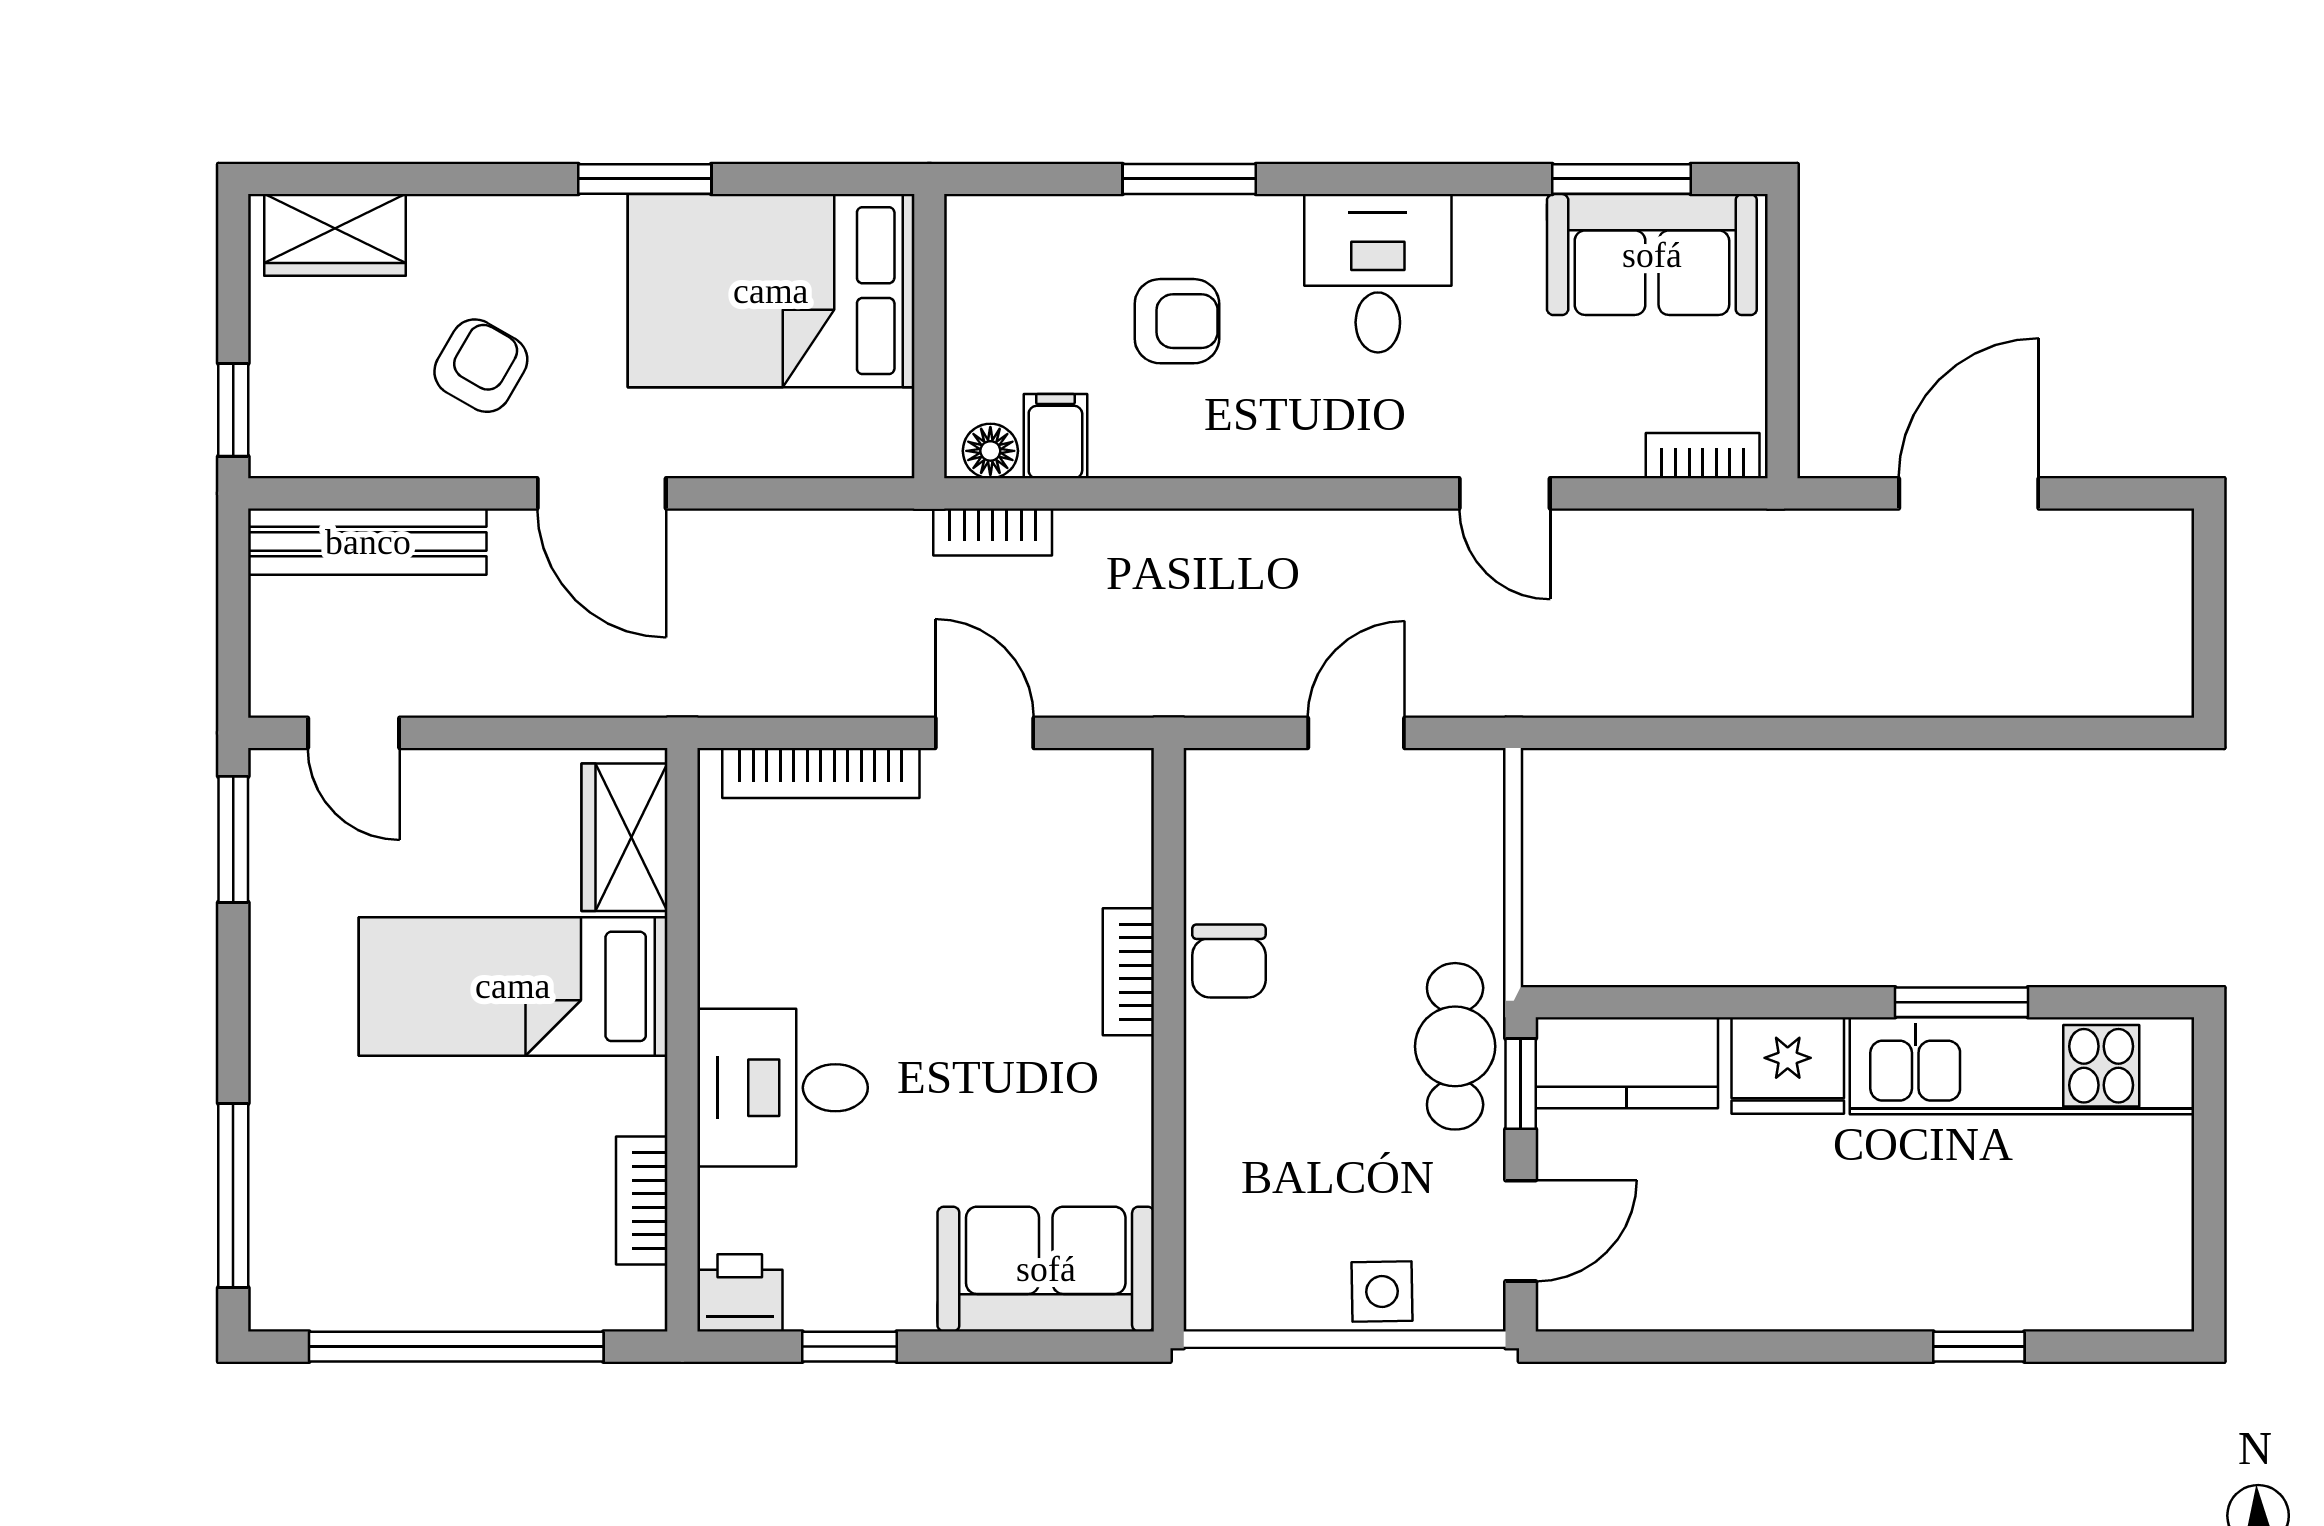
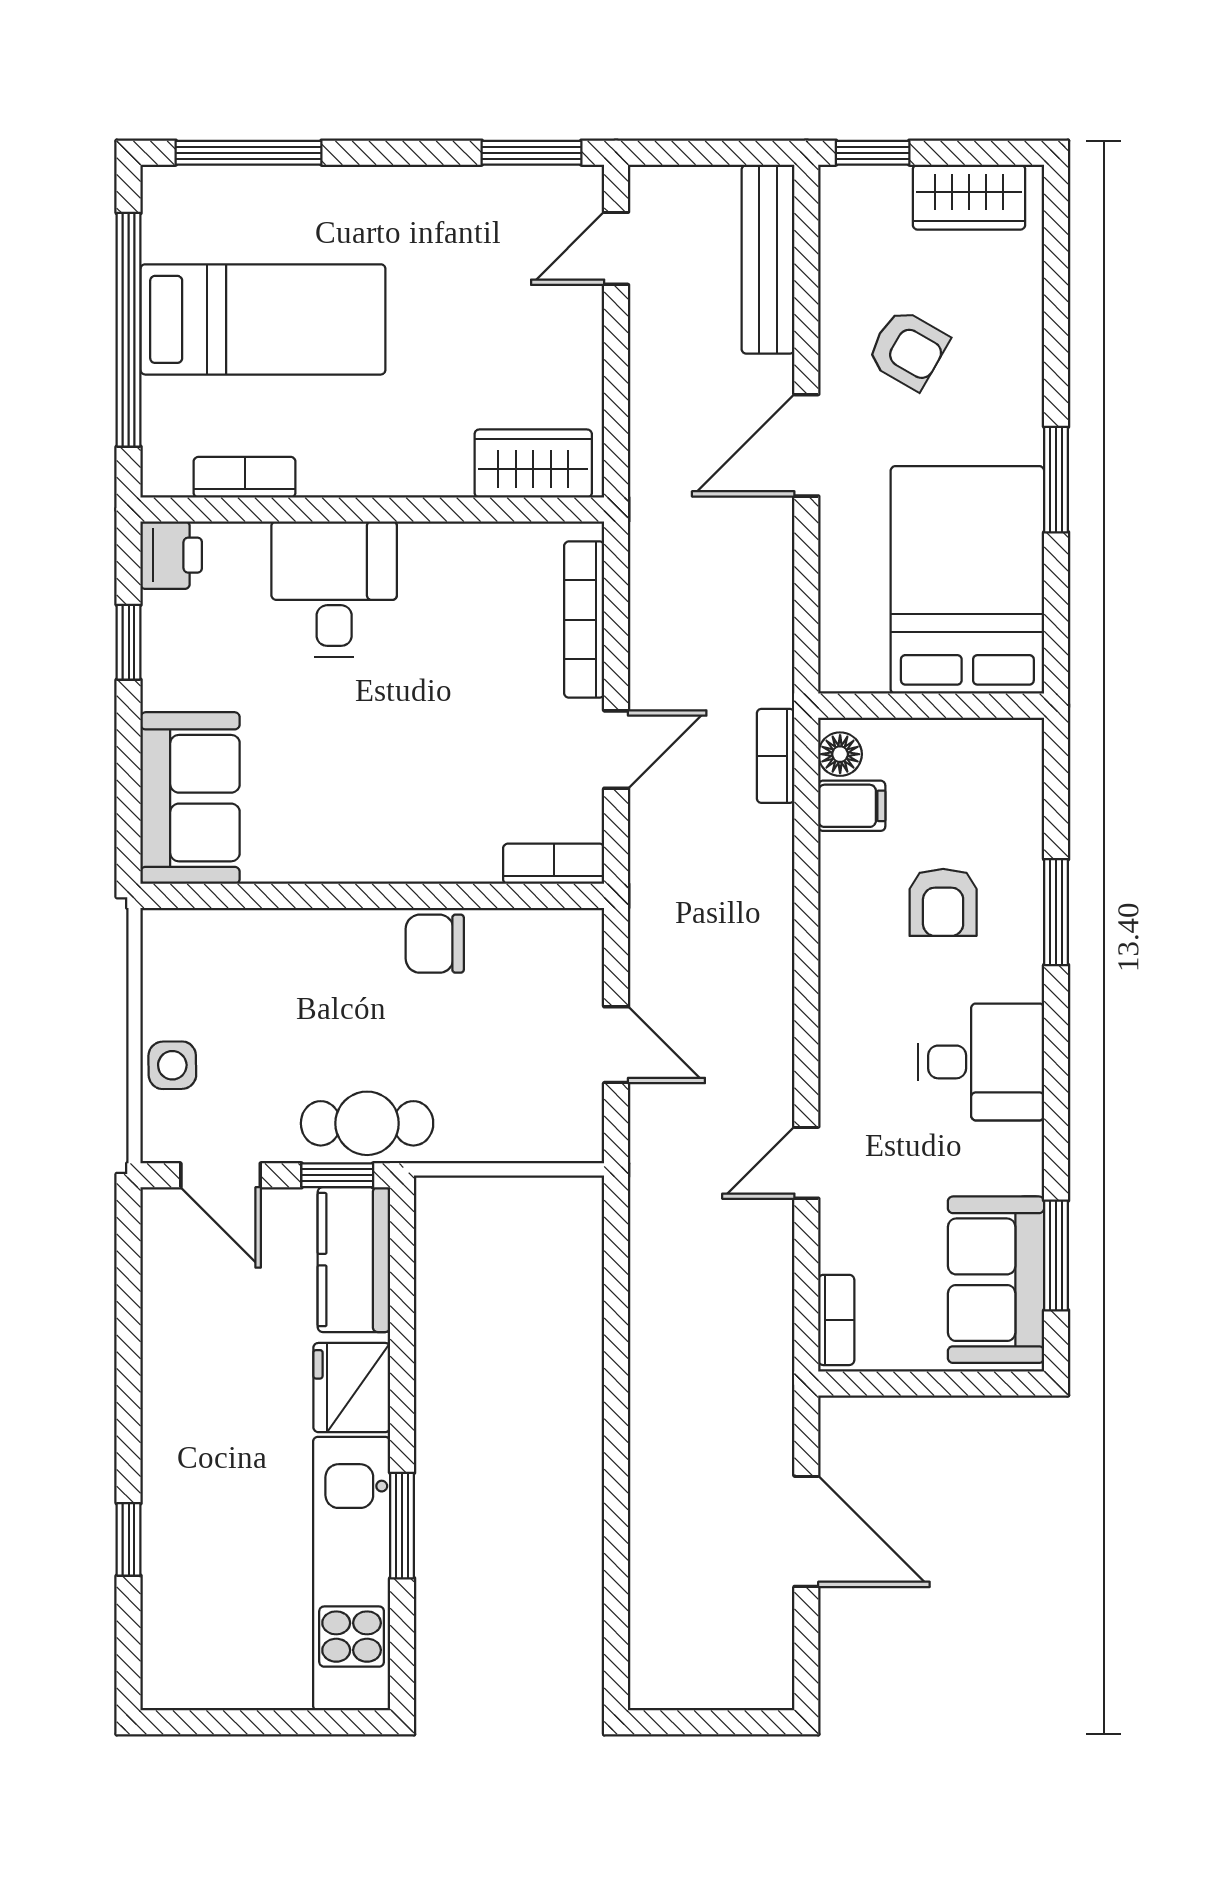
wardrobe: (335, 235) -> (969, 197), moved, turned -90
bookcase: (1128, 972) -> (554, 864), moved
bed: (513, 986) -> (263, 319), moved, turned 90

